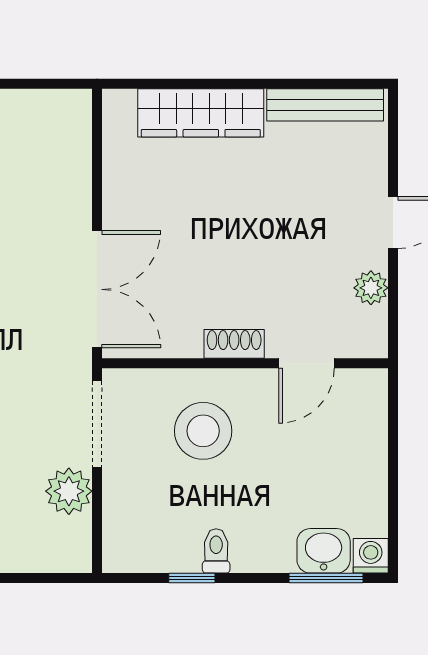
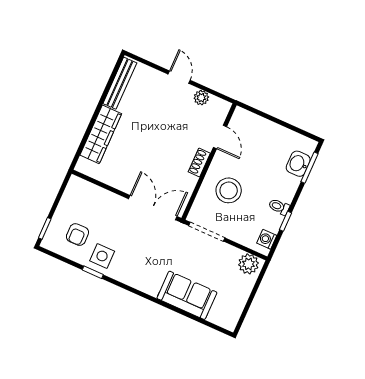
plant: (69, 491) -> (248, 264), moved
washing machine: (371, 556) -> (267, 239), moved

